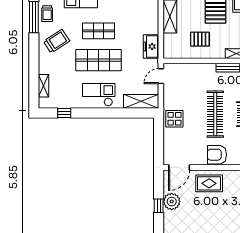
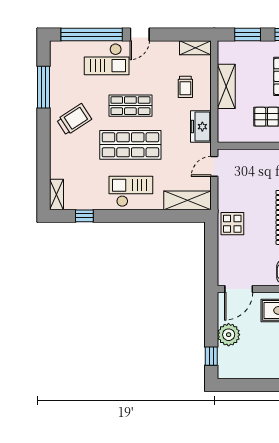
trolley: (47, 14) -> (185, 87), moved
shelving: (43, 86) -> (57, 194), moved
window: (159, 206) -> (211, 356), moved

